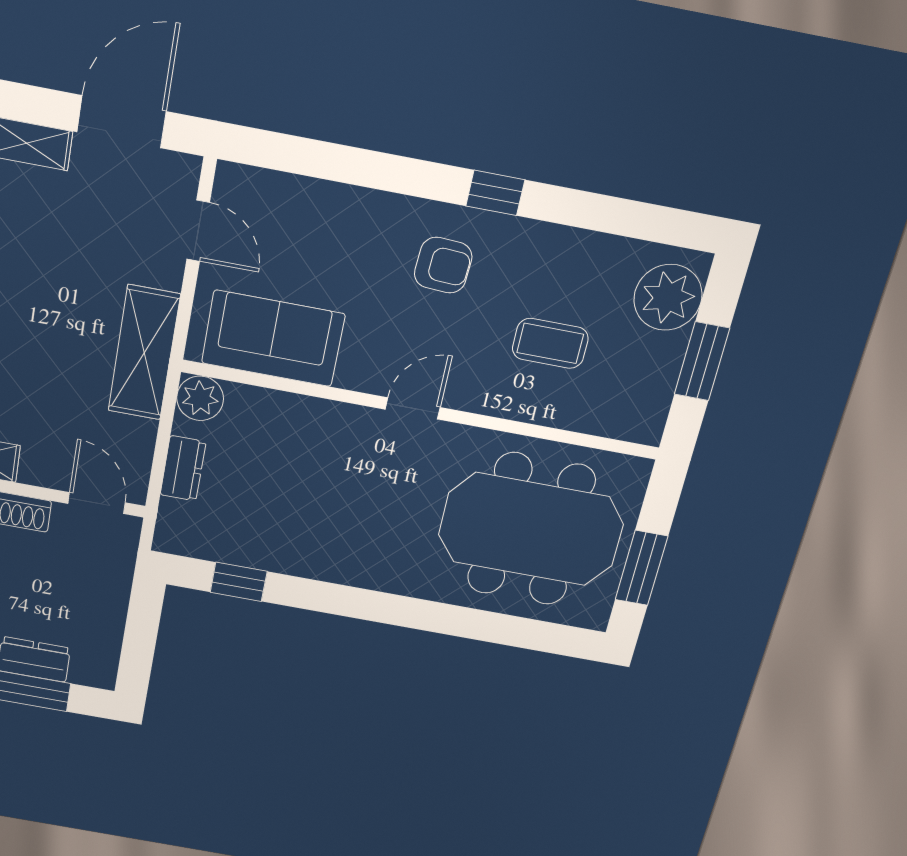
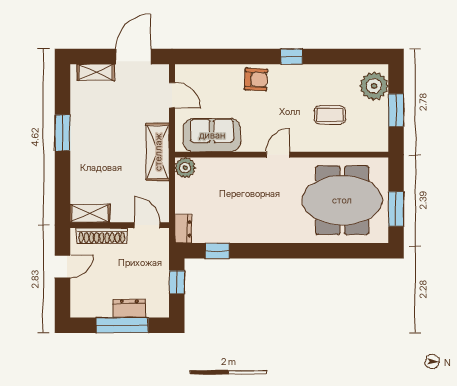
armchair: (443, 265) -> (256, 79), moved
dresser: (183, 468) -> (183, 229), moved
window: (142, 627) -> (177, 282), added

